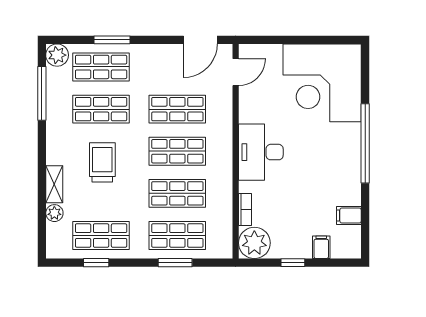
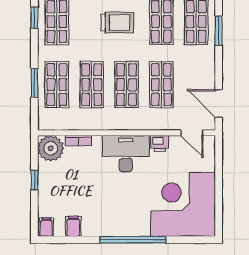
printer: (249, 111) -> (160, 144), added
filing cabinet: (321, 247) -> (46, 227), moved, turned -90

